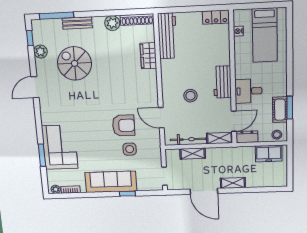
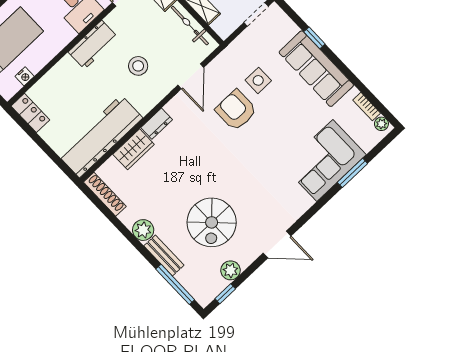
plant: (112, 23) -> (143, 230), moved
workbench: (167, 36) -> (100, 136), width x1.36, depth x1.32
dresser: (152, 79) -> (157, 124), added

